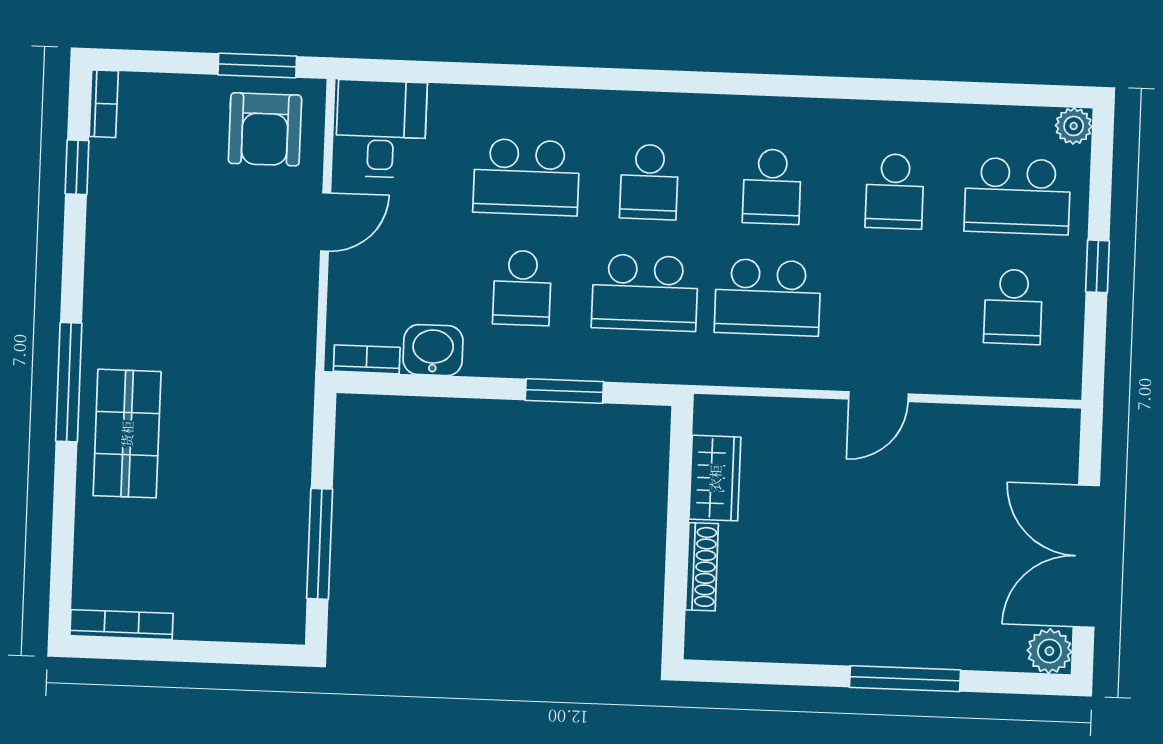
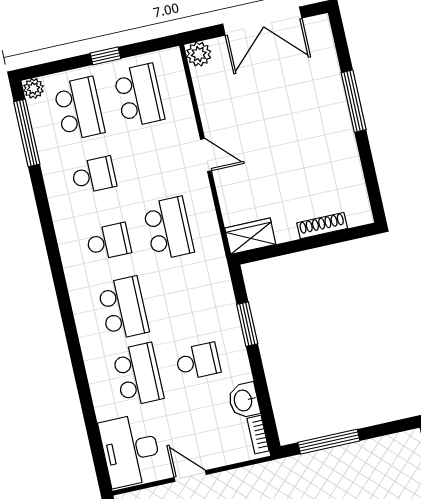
window: (999, 94) -> (27, 133), added
desk: (381, 129) -> (131, 450), width x1.37
school desk: (649, 182) -> (123, 308), width x1.85
school desk: (645, 293) -> (183, 295), removed
school desk: (1013, 307) -> (139, 95), width x1.85
wardrobe: (715, 478) -> (250, 236), moved
window: (320, 544) -> (329, 442), moved
plant: (1049, 651) -> (199, 54), moved

